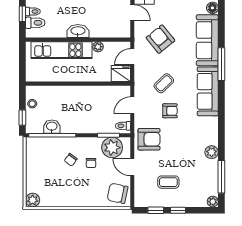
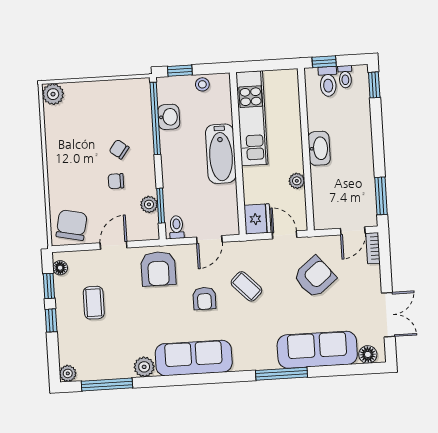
window: (22, 14) -> (324, 62), moved
kitchen unit: (62, 50) -> (252, 118), moved, turned 180
sofa: (208, 91) -> (194, 358), moved
bathtub: (78, 95) -> (221, 154), added
door: (132, 105) -> (209, 240), swing flipped
plant: (112, 148) -> (149, 204), width x0.53, depth x0.53
floor lamp: (145, 202) -> (60, 268), added

